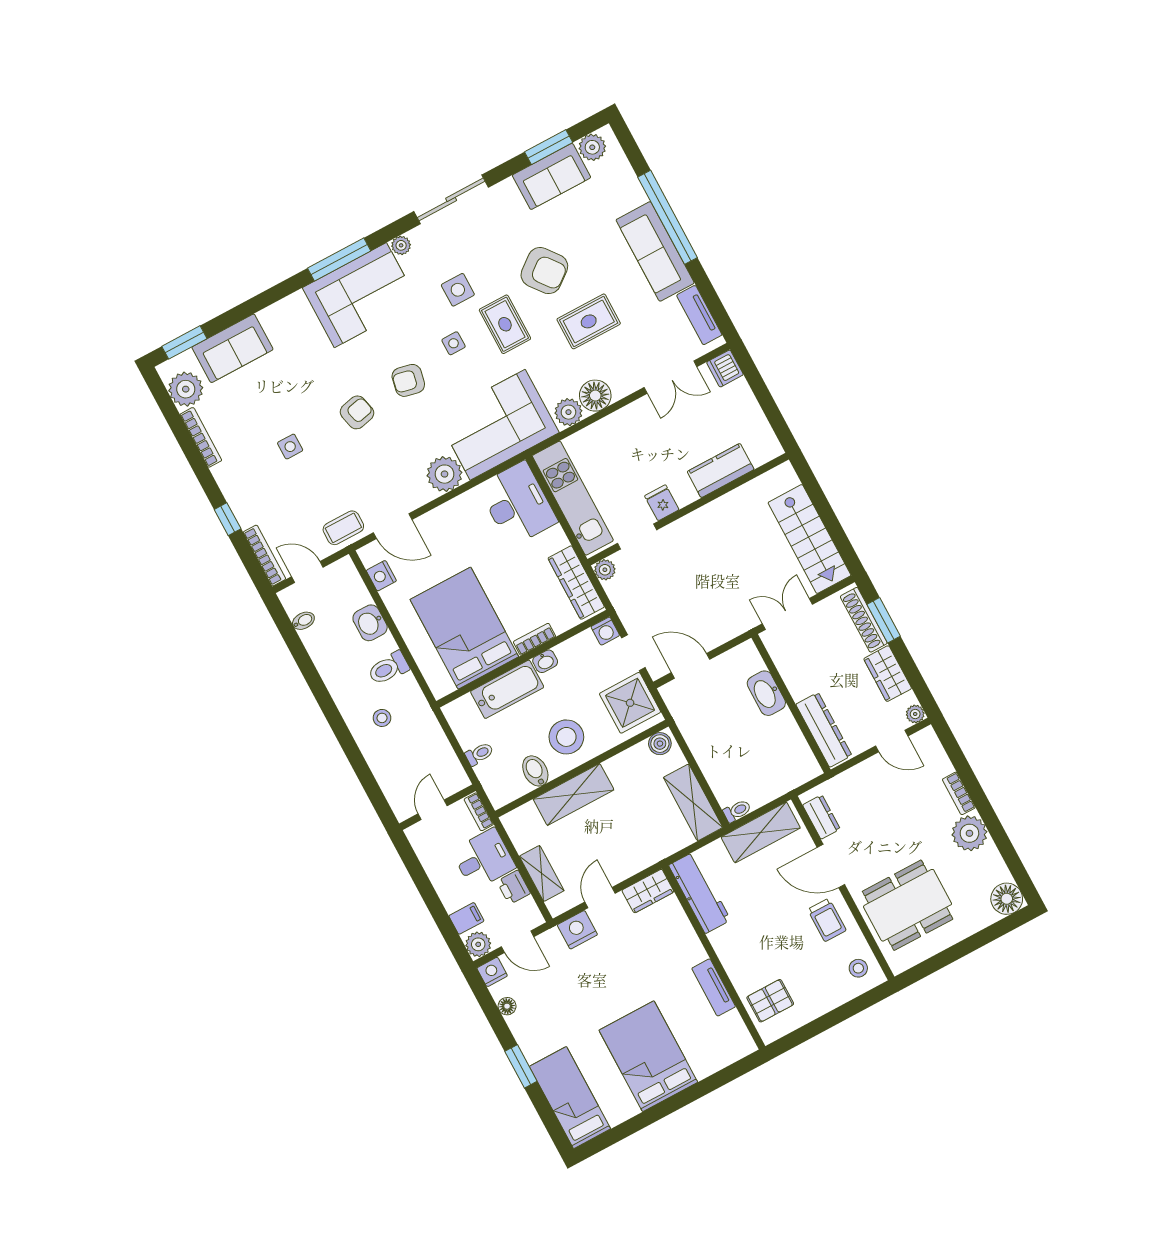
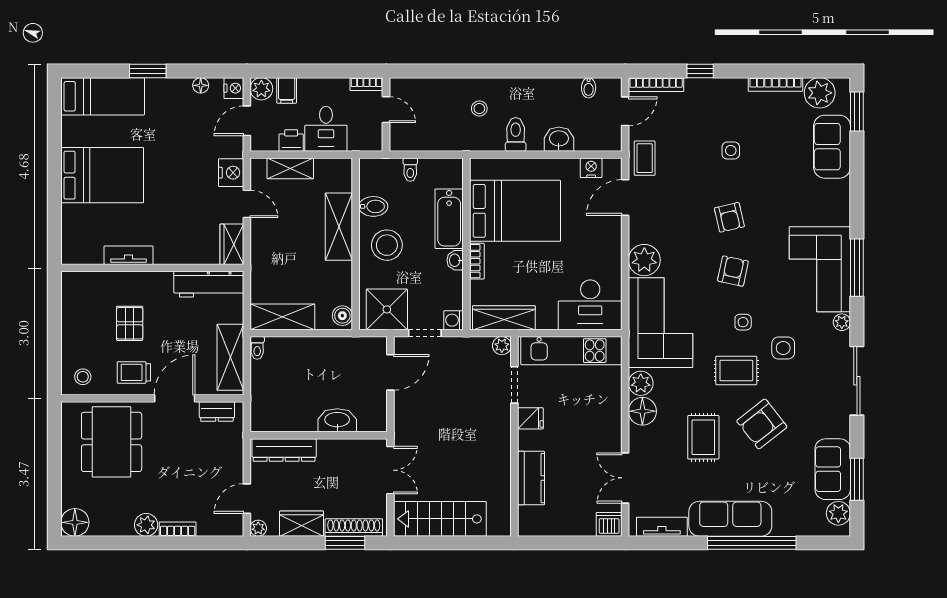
bookcase: (479, 812) -> (366, 84), moved, turned 180
plant: (969, 833) -> (146, 525), width x0.73, depth x0.73
pallet: (770, 1001) -> (130, 323), moved

